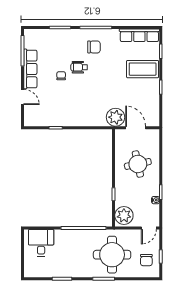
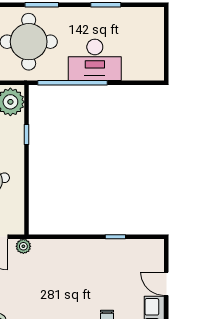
plant: (116, 117) -> (23, 246), width x0.53, depth x0.53
desk: (41, 243) -> (95, 60), moved, width x1.37

